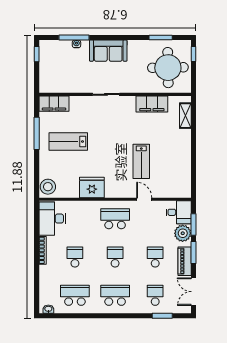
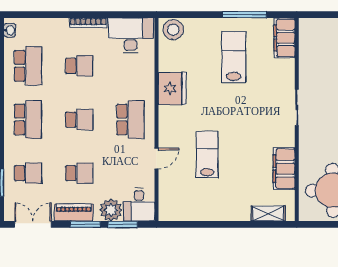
lab bench: (141, 161) -> (207, 155), turned 90

